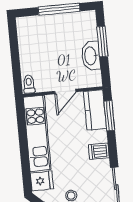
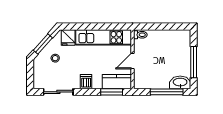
window: (102, 42) -> (167, 92), width x1.44
washbasin: (91, 56) -> (180, 82), moved
door: (65, 91) -> (132, 61), hinge flipped

